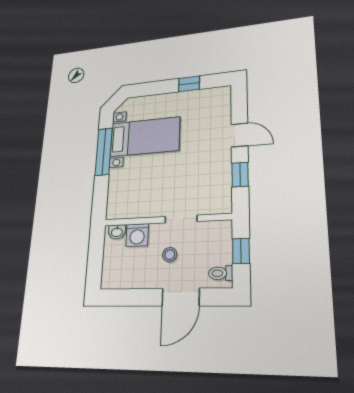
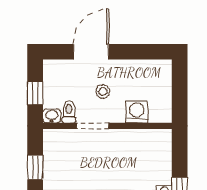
washbasin: (117, 232) -> (52, 116), moved
toilet: (221, 273) -> (69, 112), moved, turned -90

